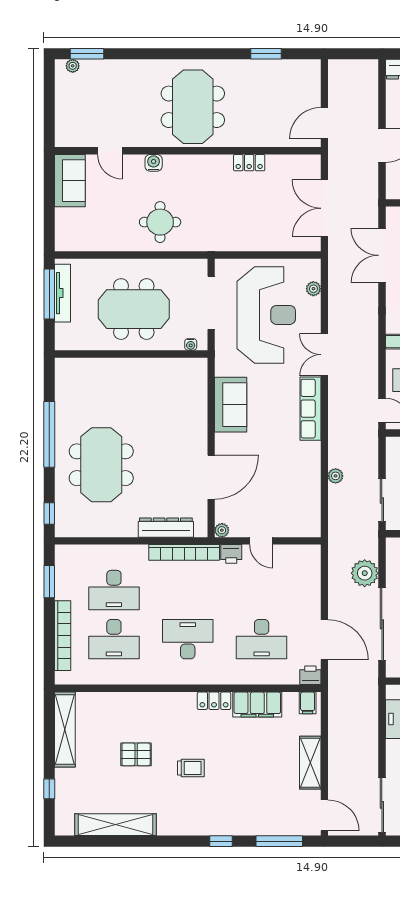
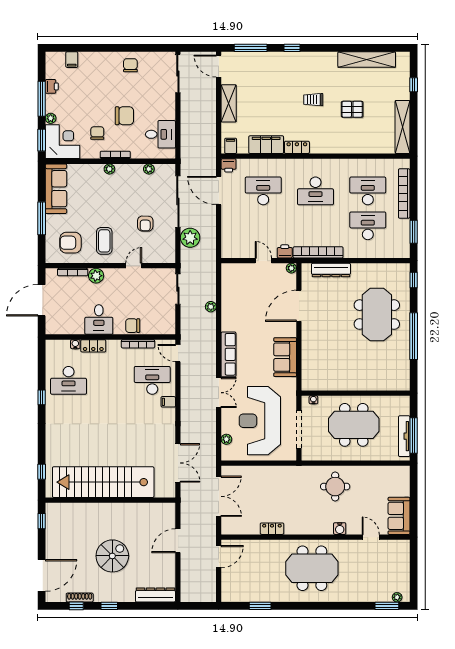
meeting table: (193, 107) -> (312, 568), turned 90

